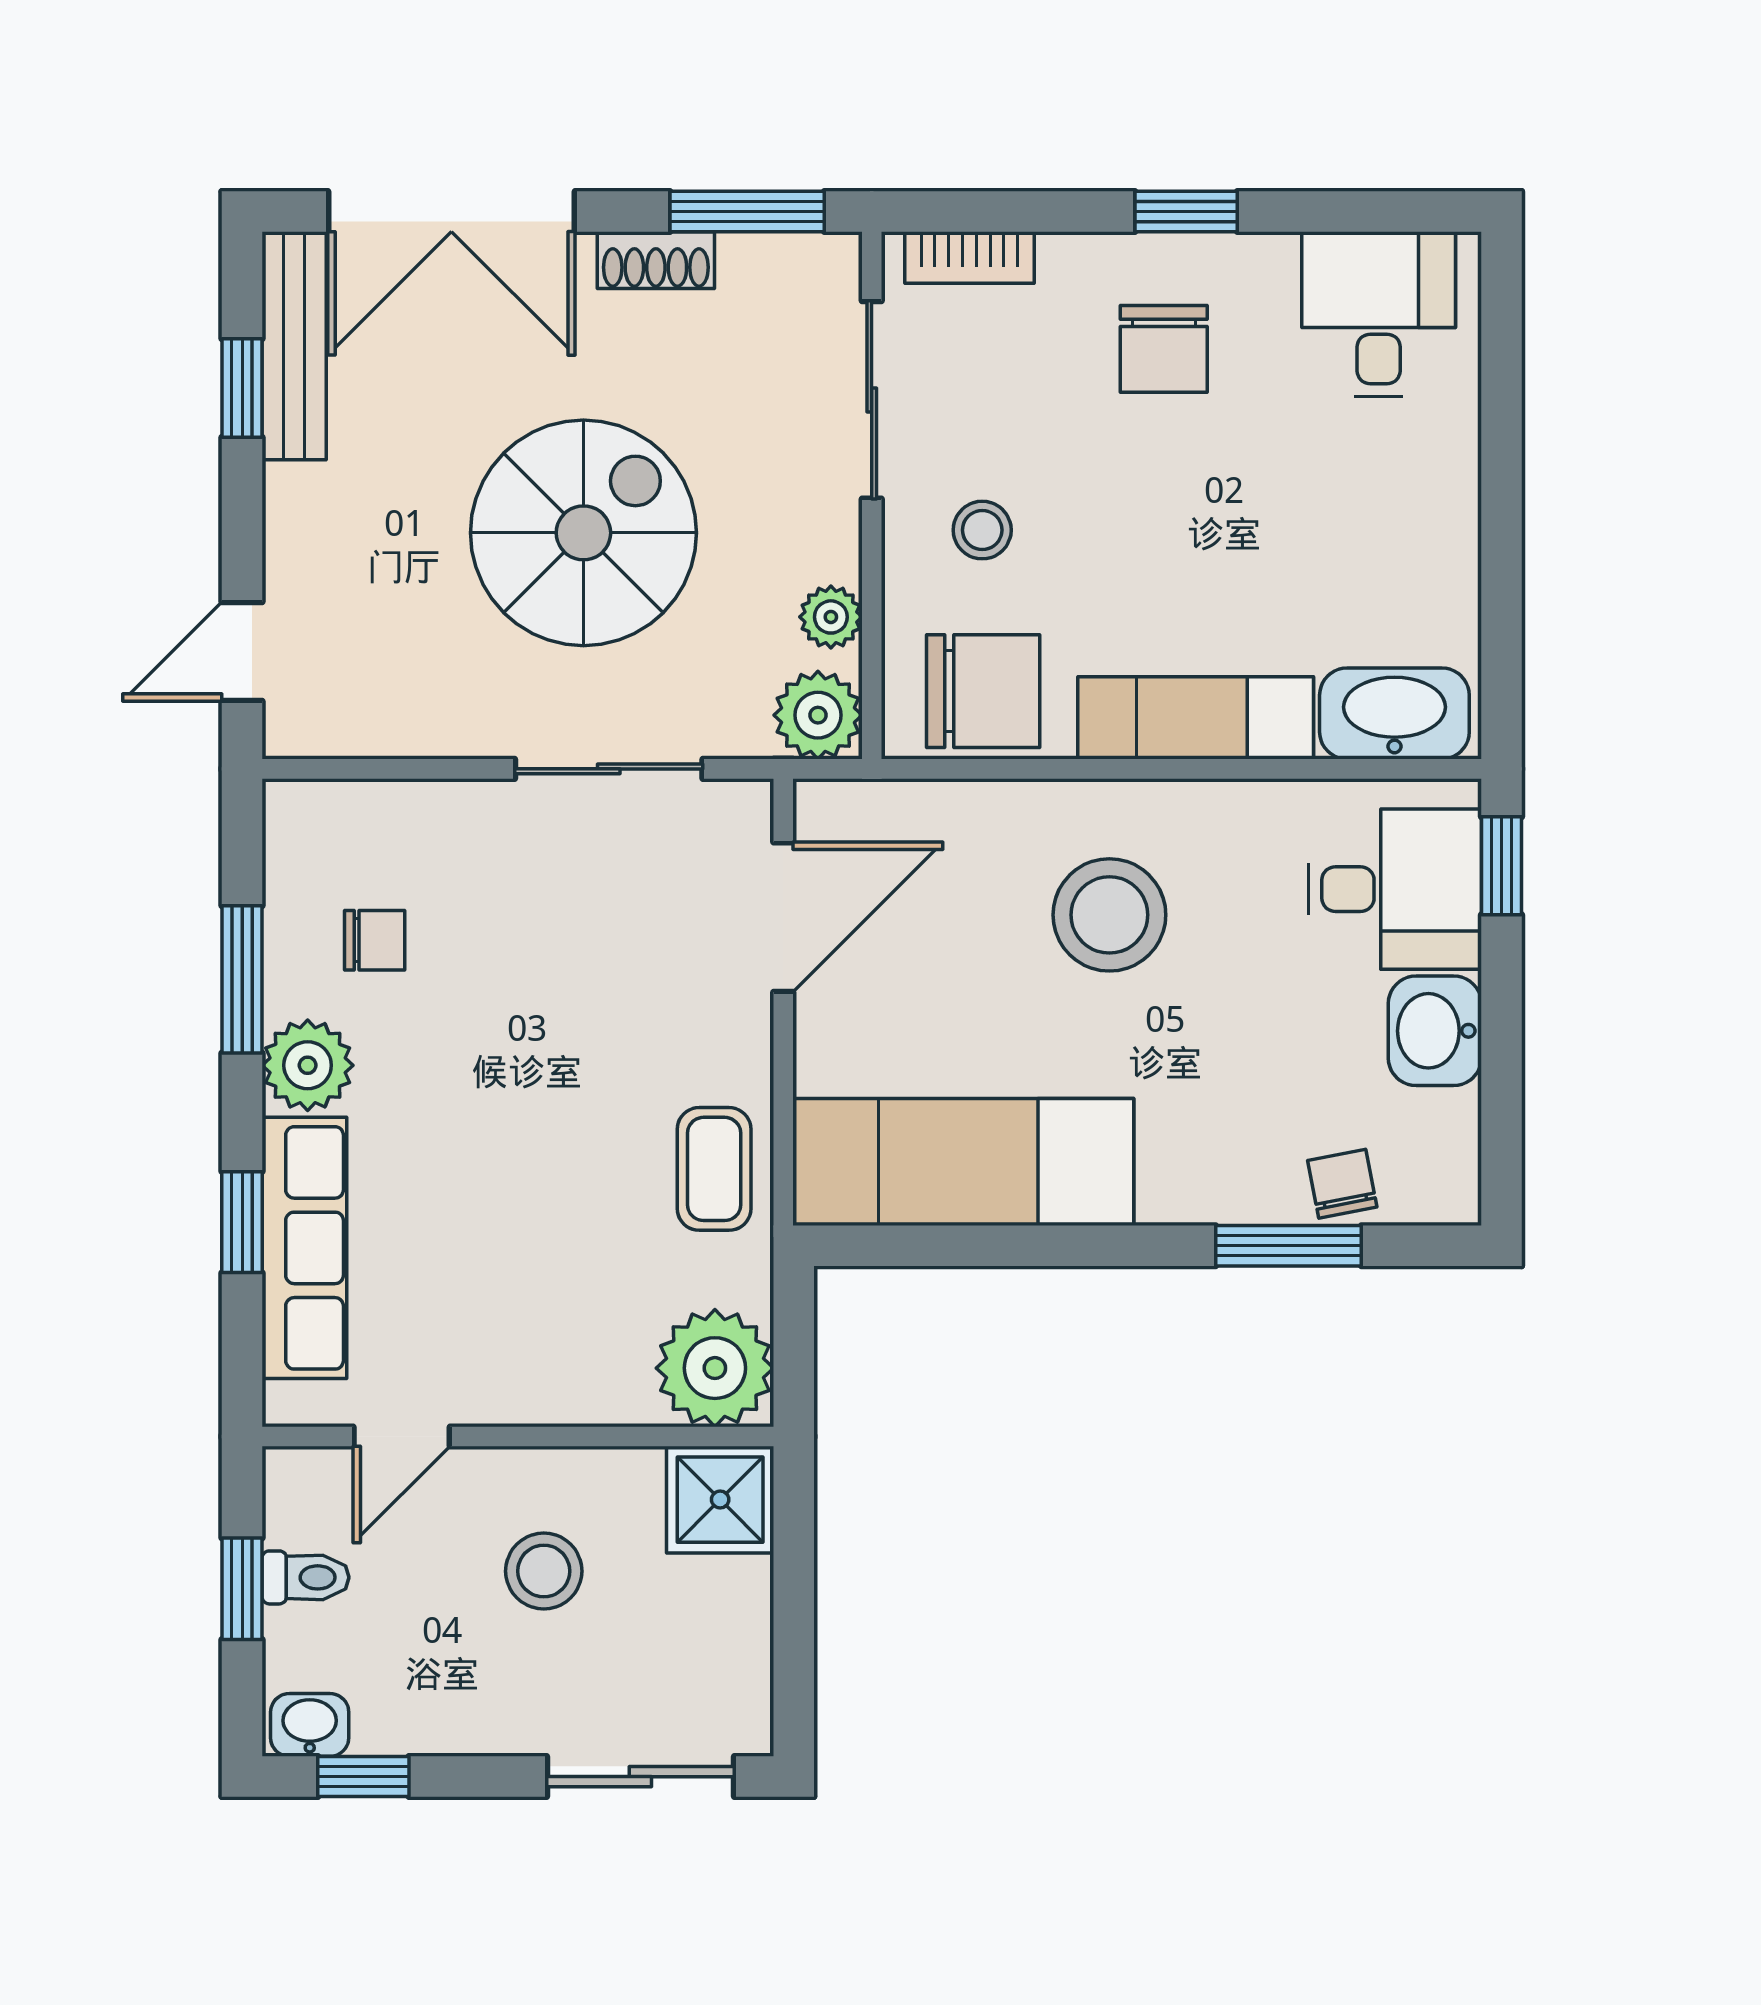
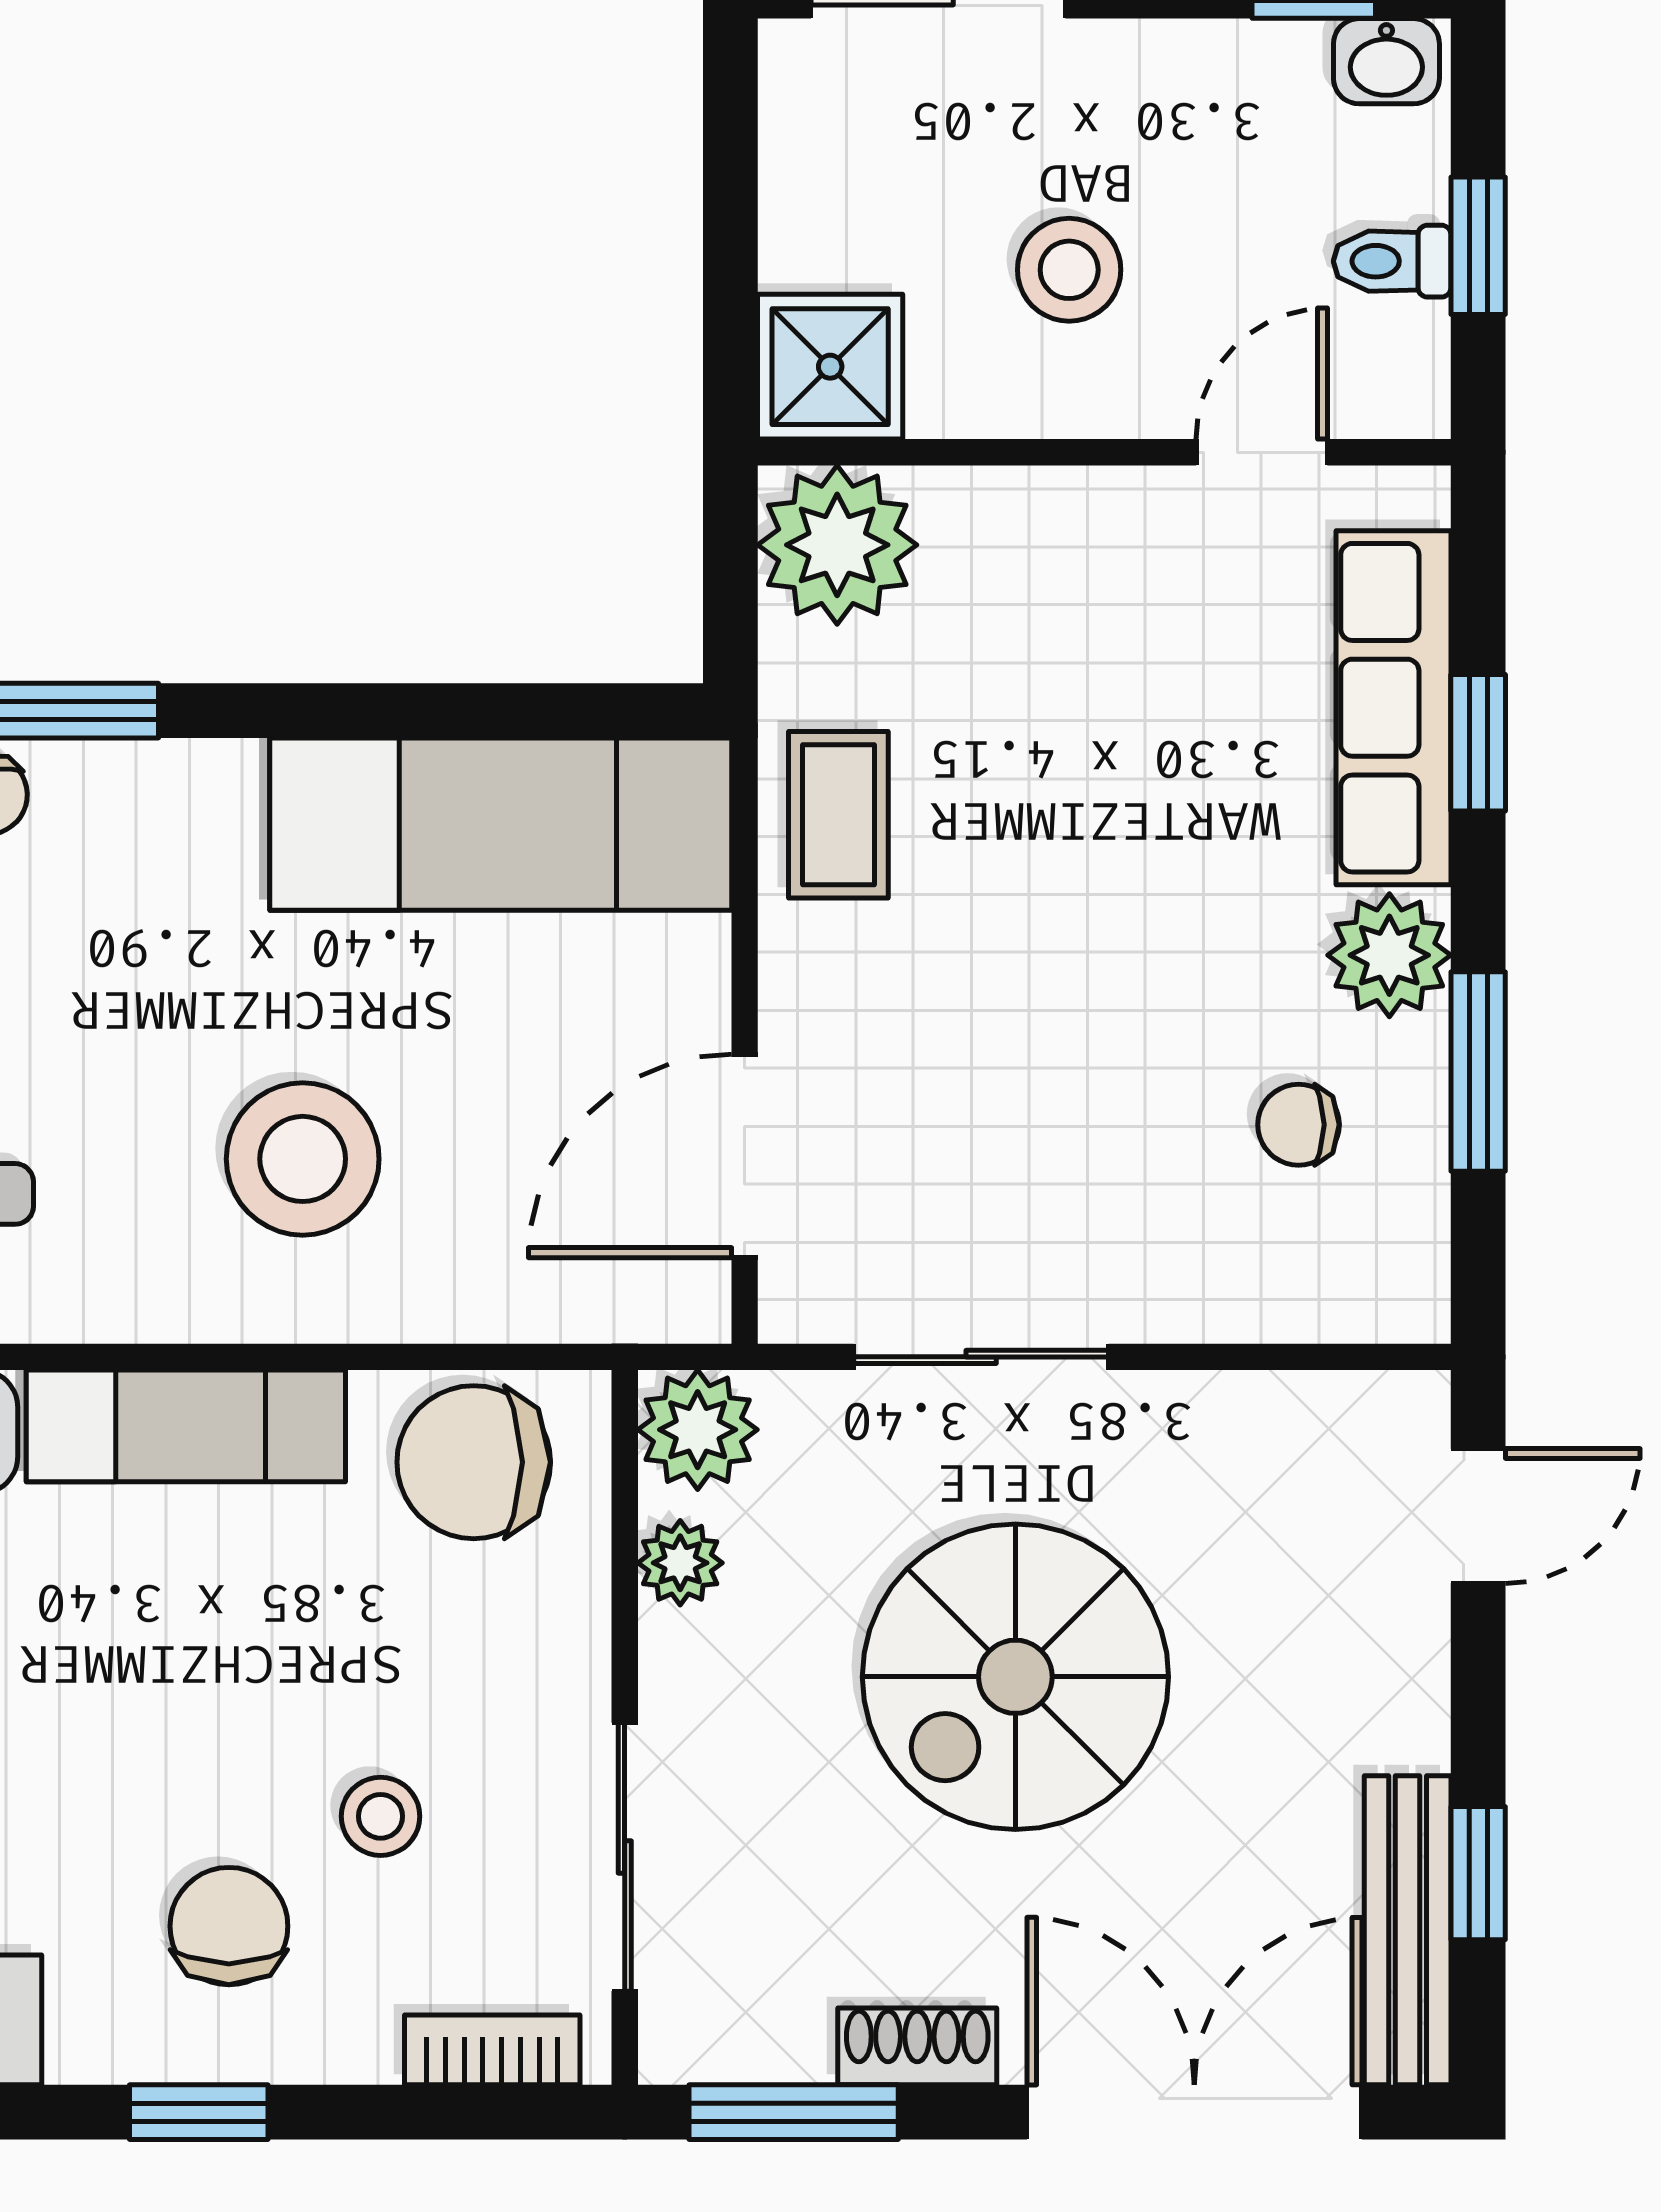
stool: (982, 530) -> (381, 1816), moved

